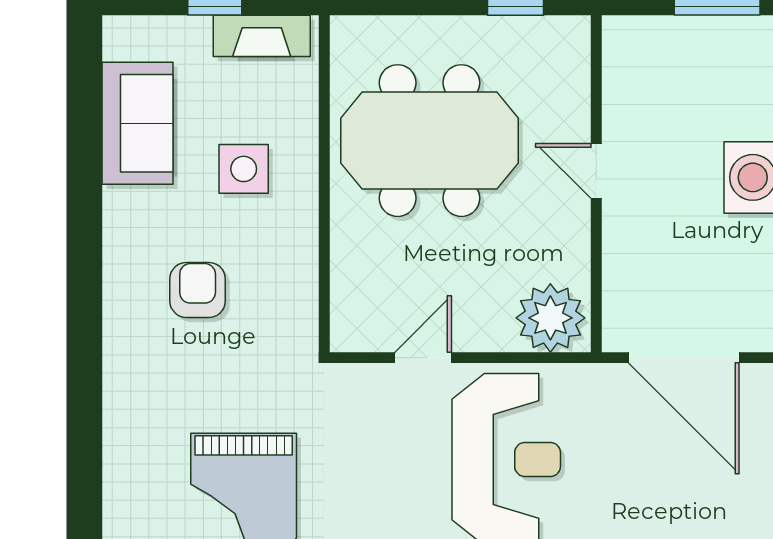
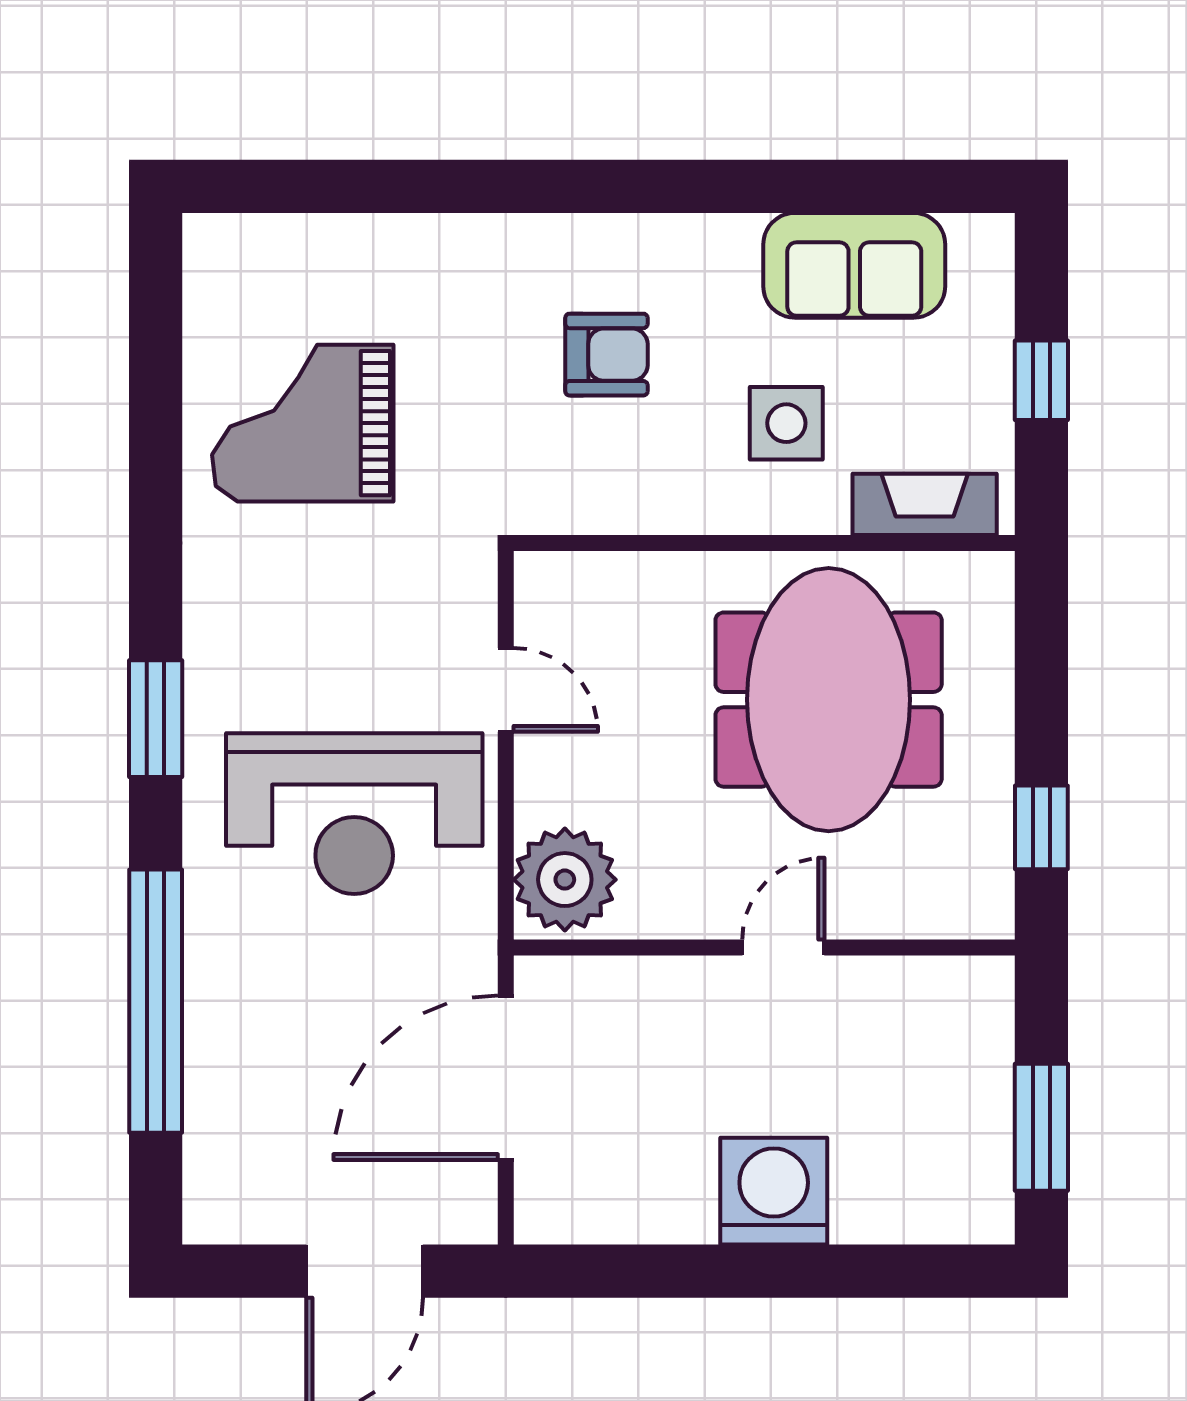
fireplace: (262, 36) -> (925, 504), moved, turned 90

